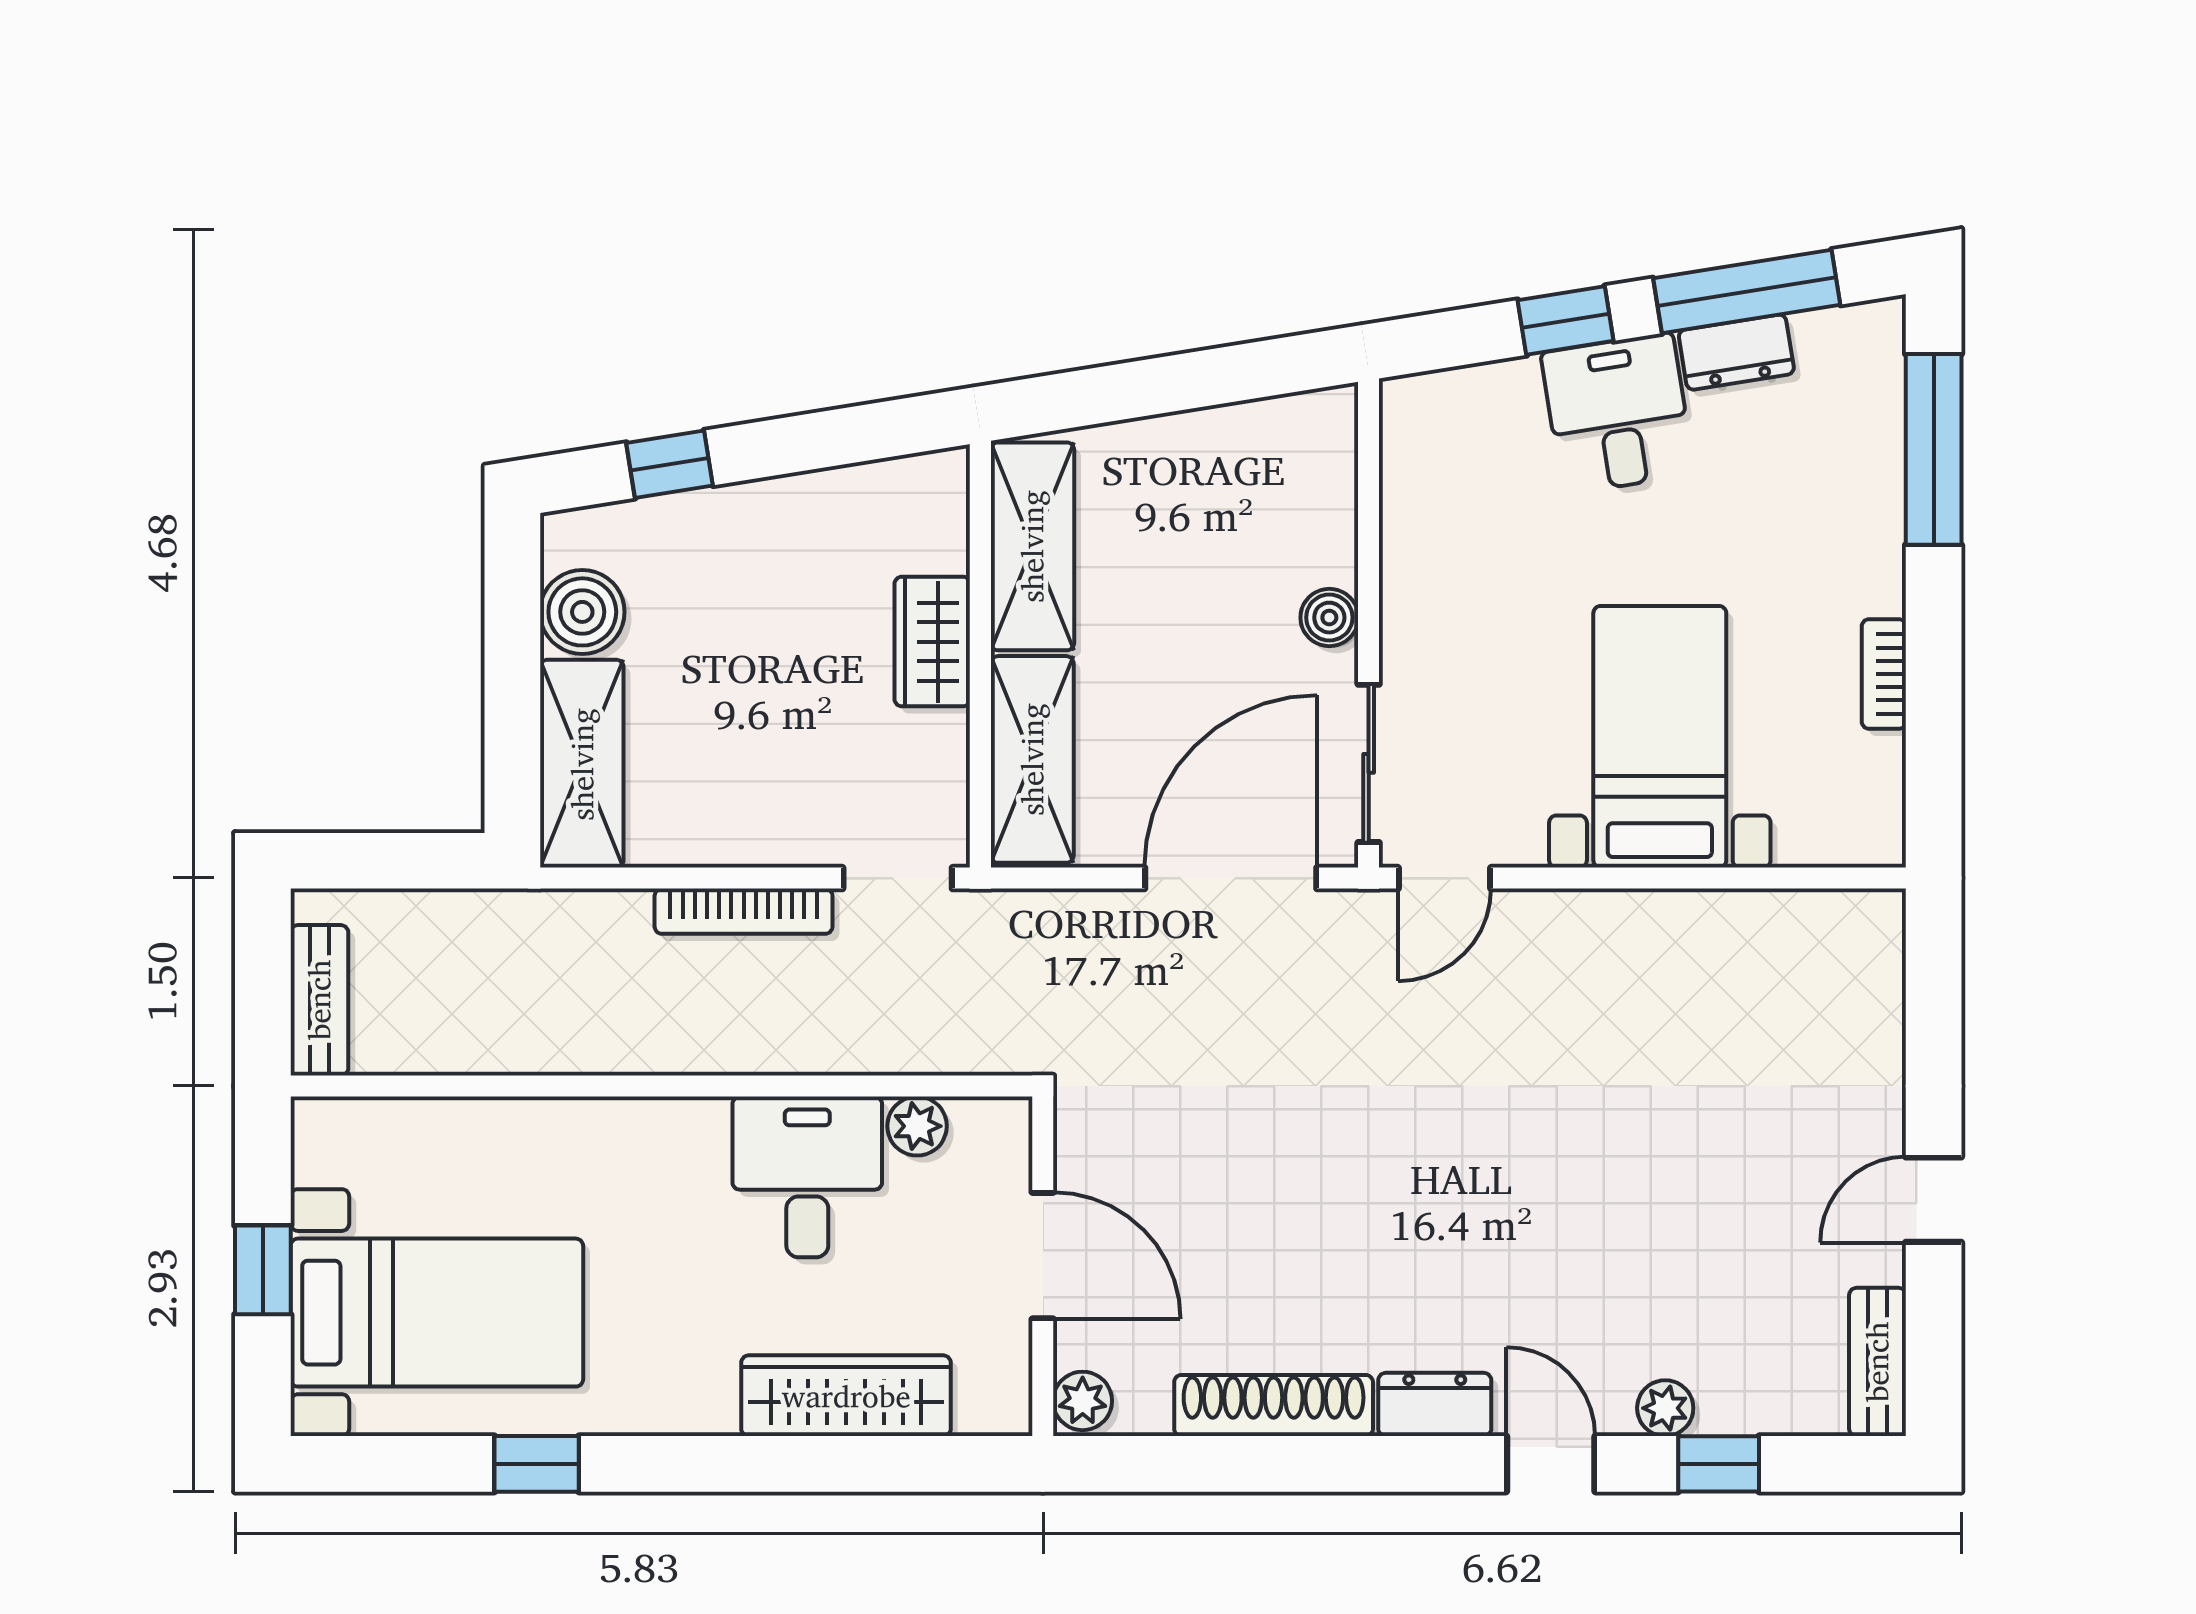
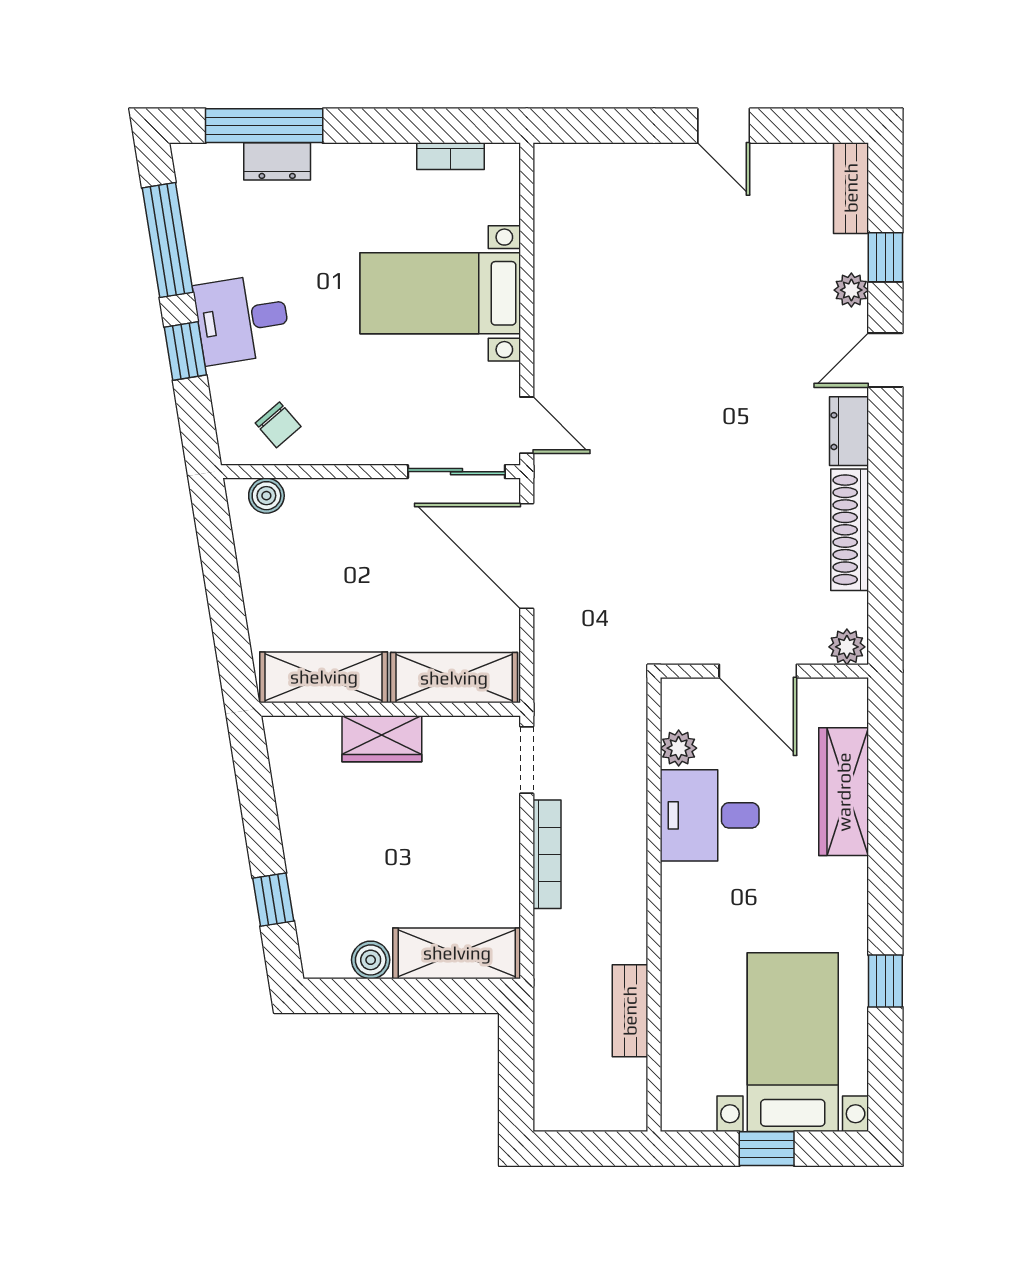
dresser: (1736, 352) -> (277, 161), moved, turned 99
chair: (1445, 472) -> (278, 425), added
boiler: (582, 612) -> (371, 960), width x0.73, depth x0.73
boiler: (1329, 618) -> (266, 496), moved
bookcase: (1884, 674) -> (451, 156), moved
bench: (319, 1000) -> (630, 1011), moved, turned 90
door: (1043, 1256) -> (758, 671), swing flipped
bench: (1877, 1362) -> (851, 188), moved, turned 90

